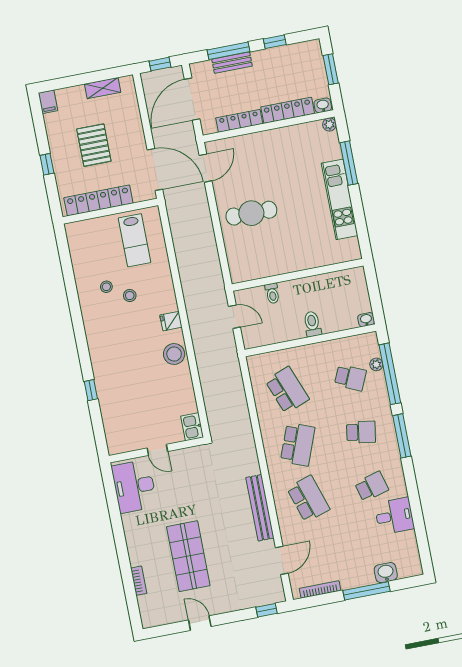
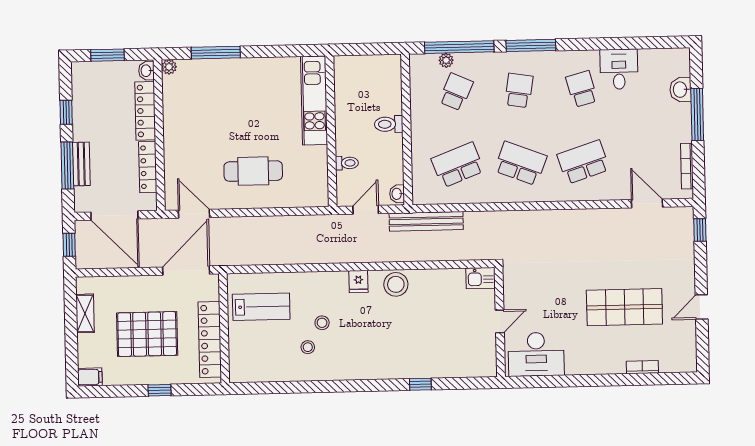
pallet: (94, 145) -> (147, 334), width x1.37, depth x1.41
kitchen unit: (340, 199) -> (314, 100), moved, turned 90
cafe table: (251, 213) -> (253, 171), turned 90
washbasin: (366, 320) -> (397, 194), moved
bench: (260, 508) -> (426, 221), moved

